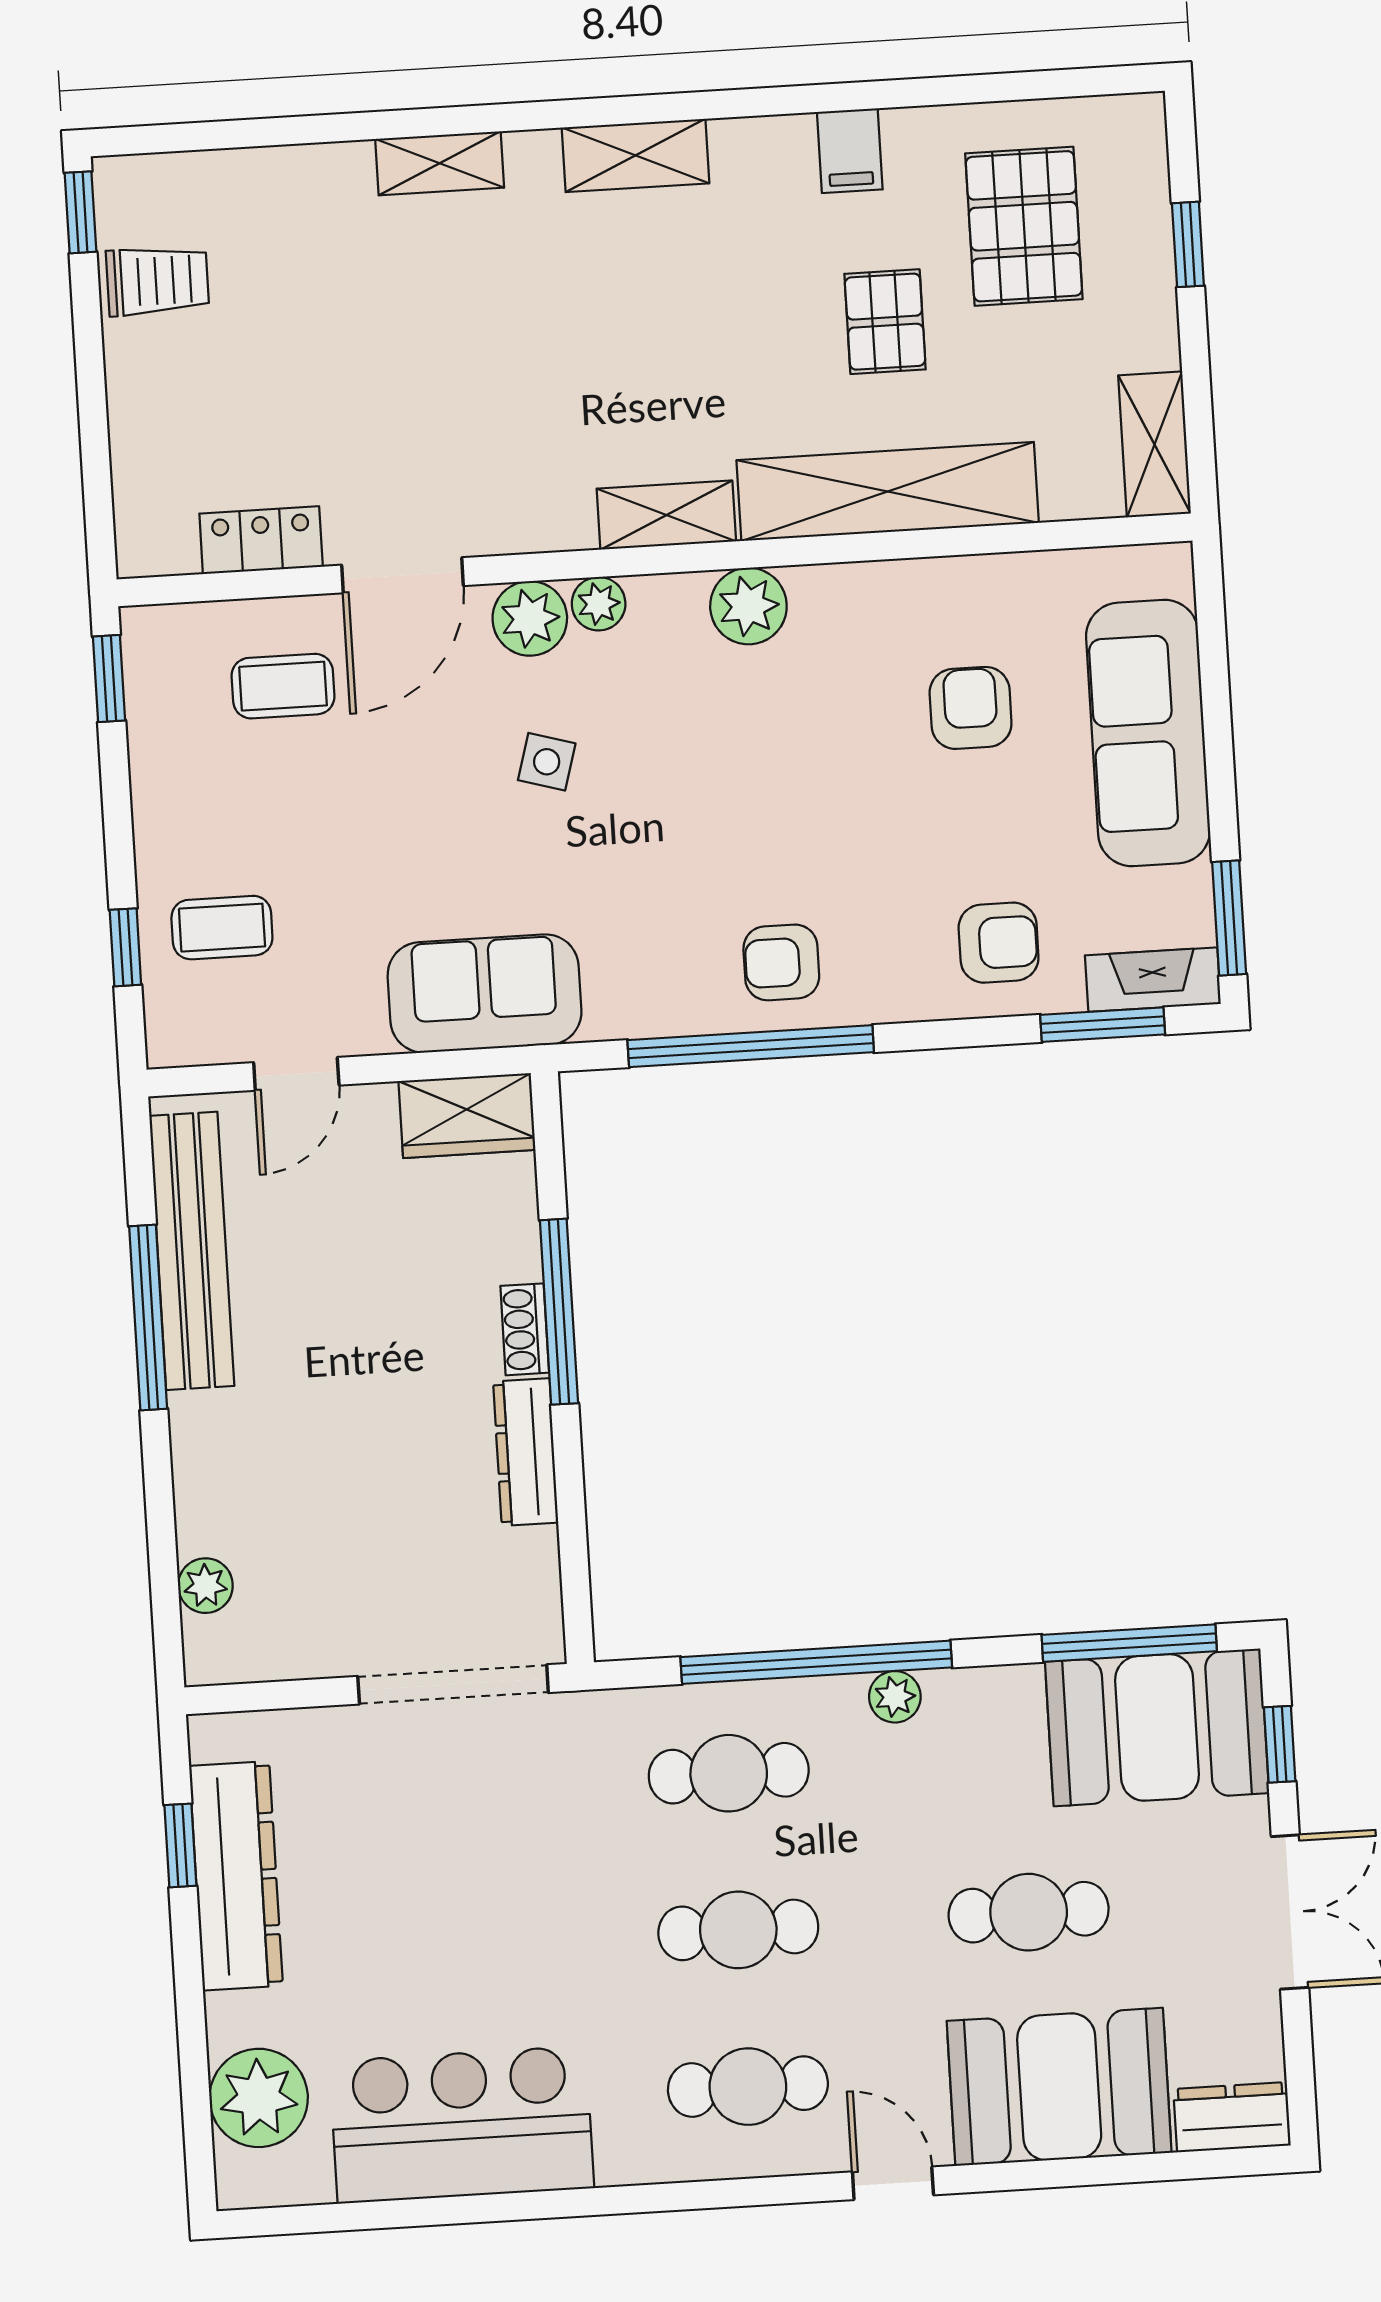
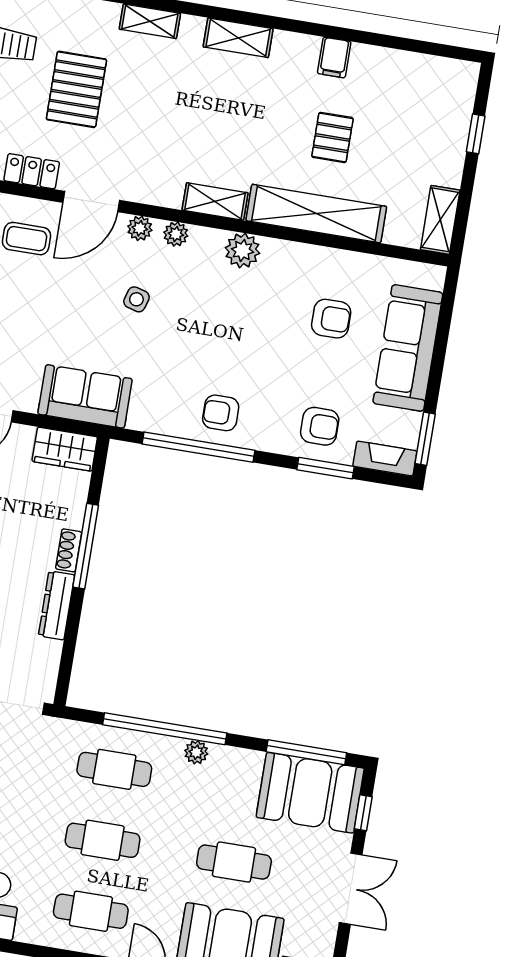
pallet: (1024, 226) -> (76, 89), moved
plant: (530, 618) -> (140, 228), width x0.73, depth x0.73
armchair: (971, 708) -> (331, 319), turned 90
window: (1103, 1025) -> (325, 468), moved

